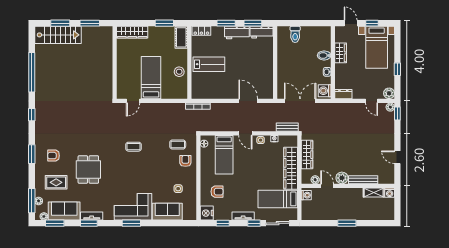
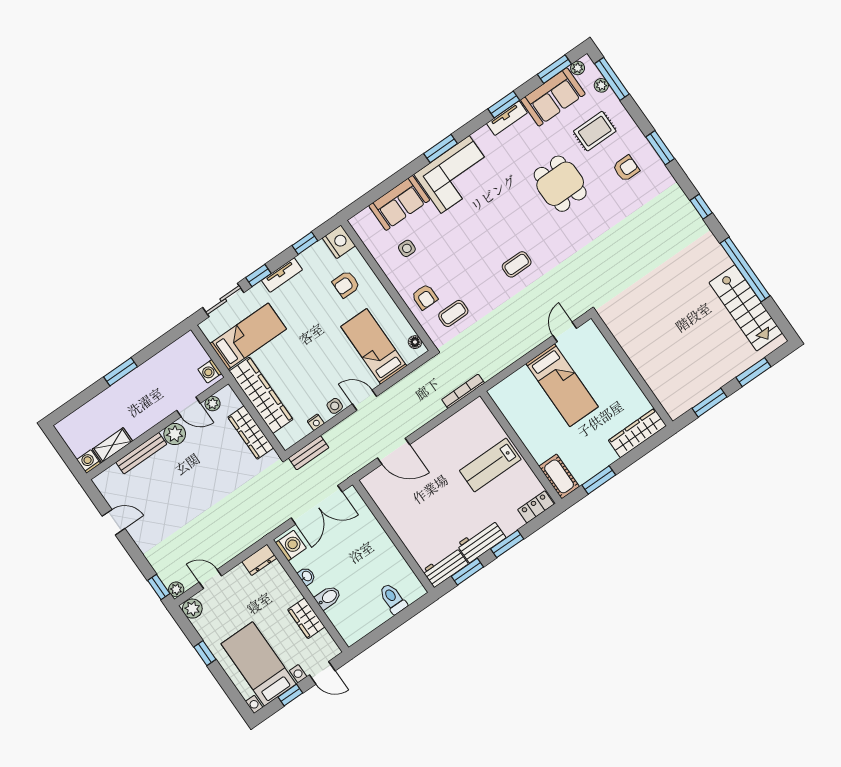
stairs: (58, 35) -> (746, 308), moved, turned -90
stool: (179, 72) -> (526, 423), removed

